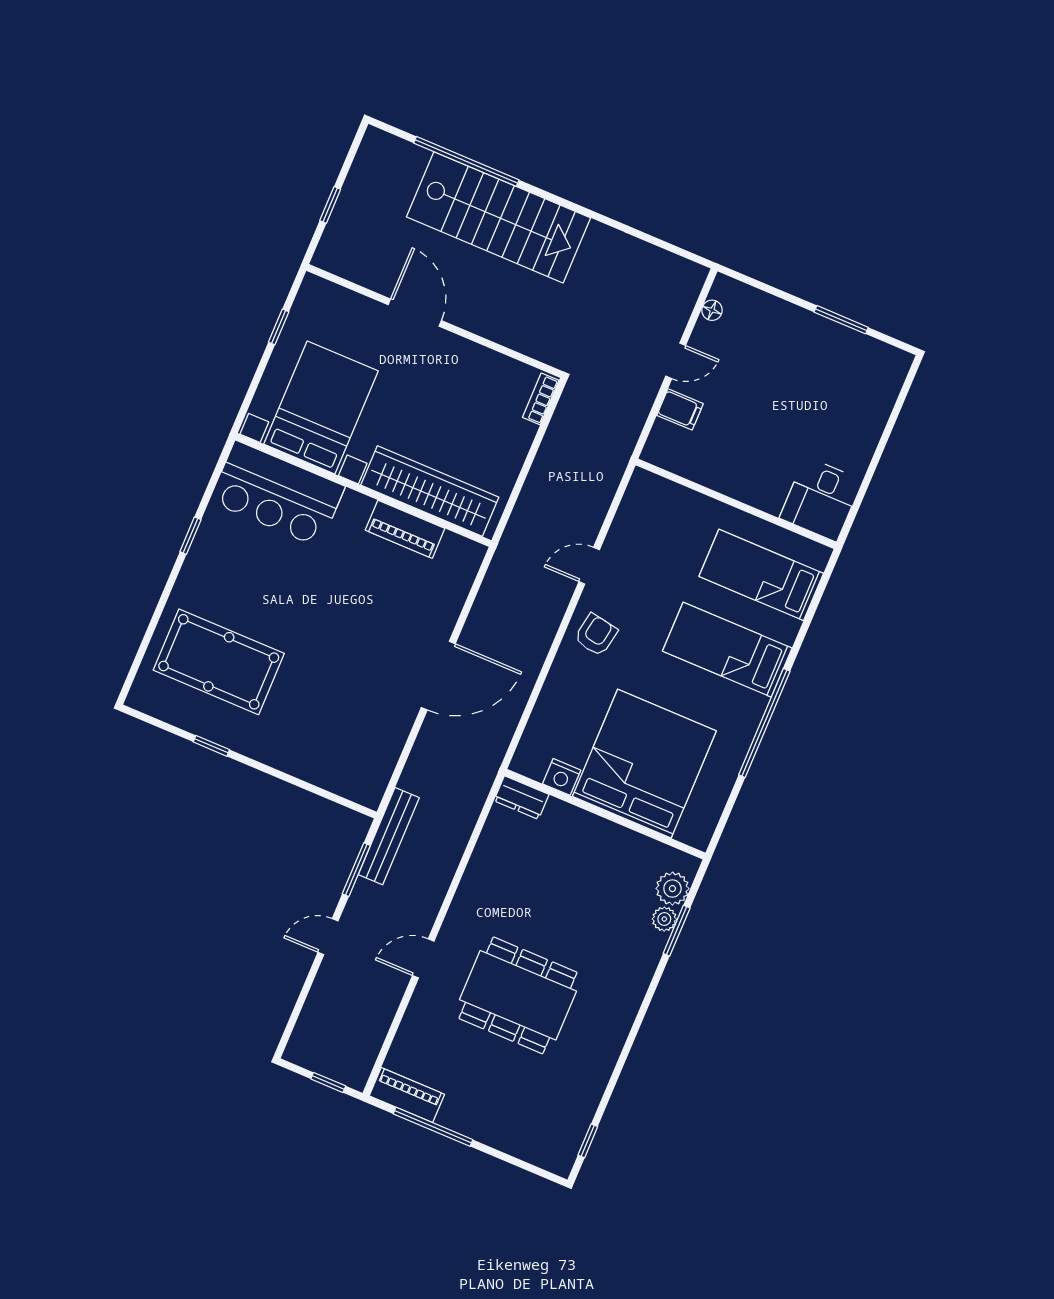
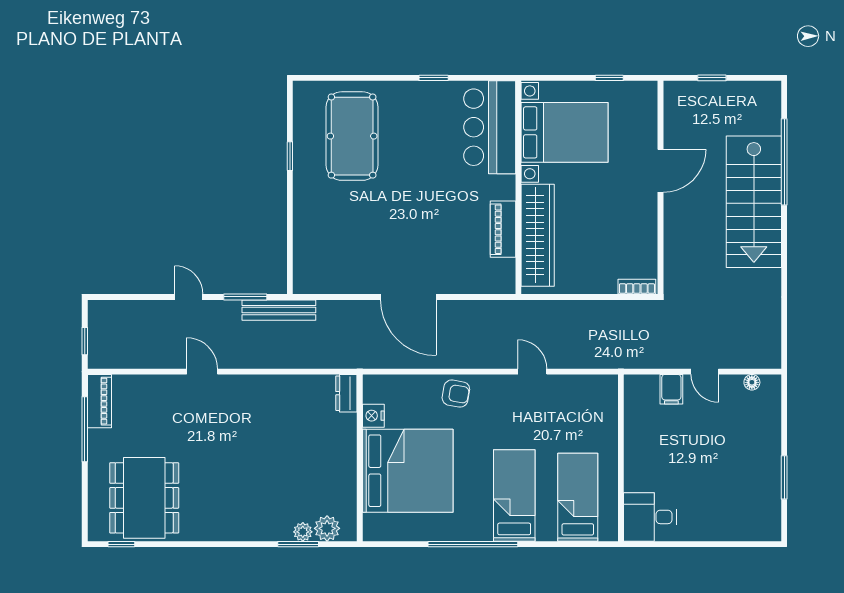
armchair: (596, 635) -> (456, 394), moved
dining table: (518, 995) -> (144, 498), moved

